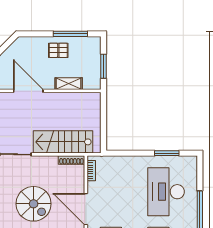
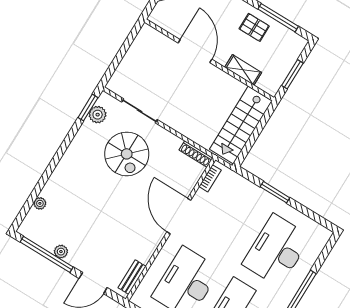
stairs: (63, 142) -> (241, 125), moved, turned -90
window: (167, 153) -> (275, 192), moved
spiral stairs: (34, 204) -> (127, 154), moved

